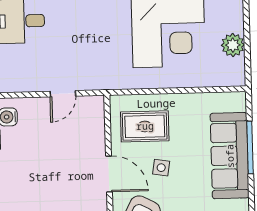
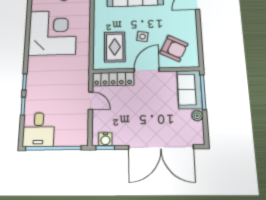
locker: (95, 125) -> (113, 79), added

